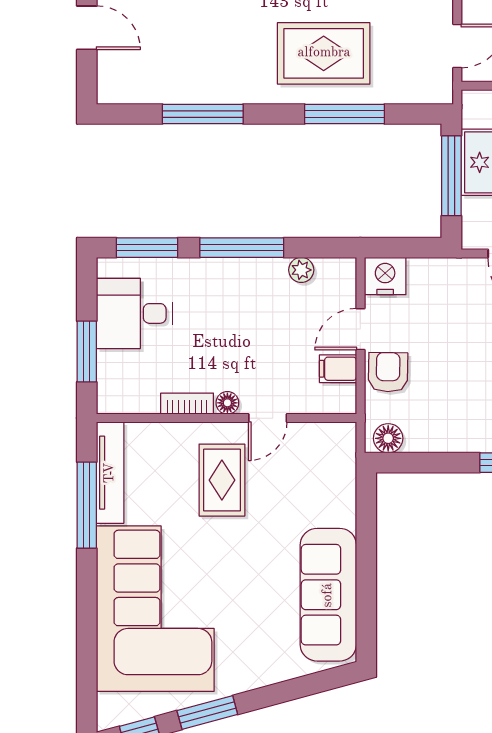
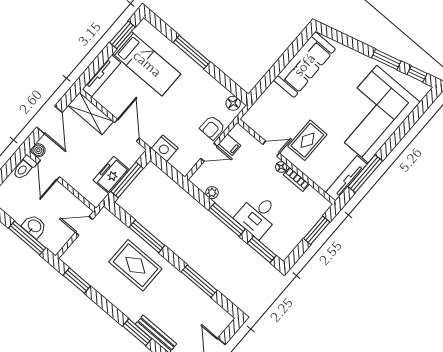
nightstand: (385, 276) -> (165, 148), moved
desk: (134, 313) -> (258, 216), moved, turned 90

